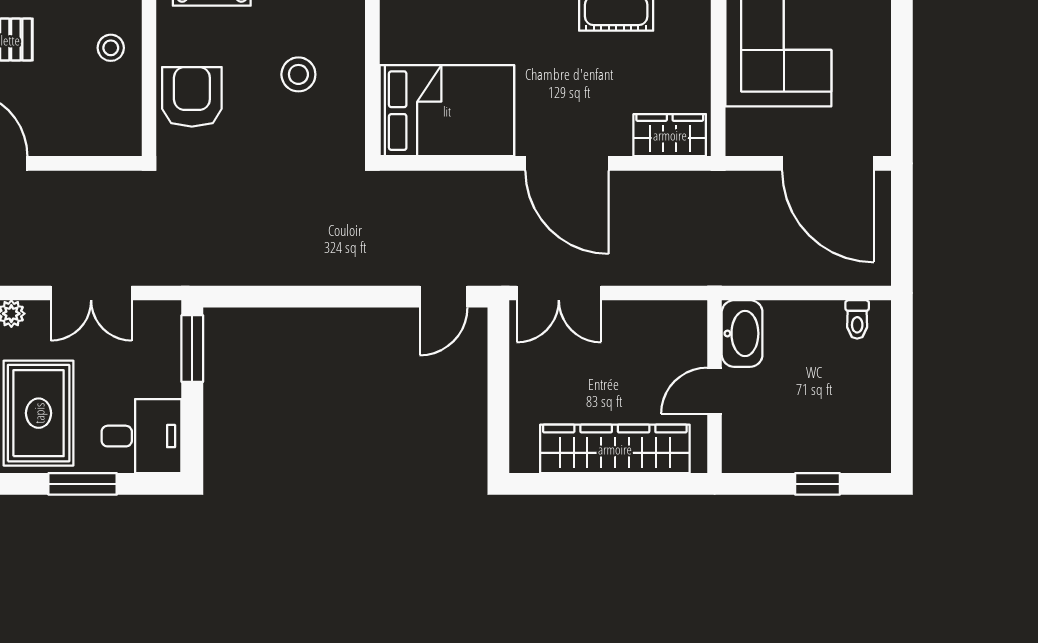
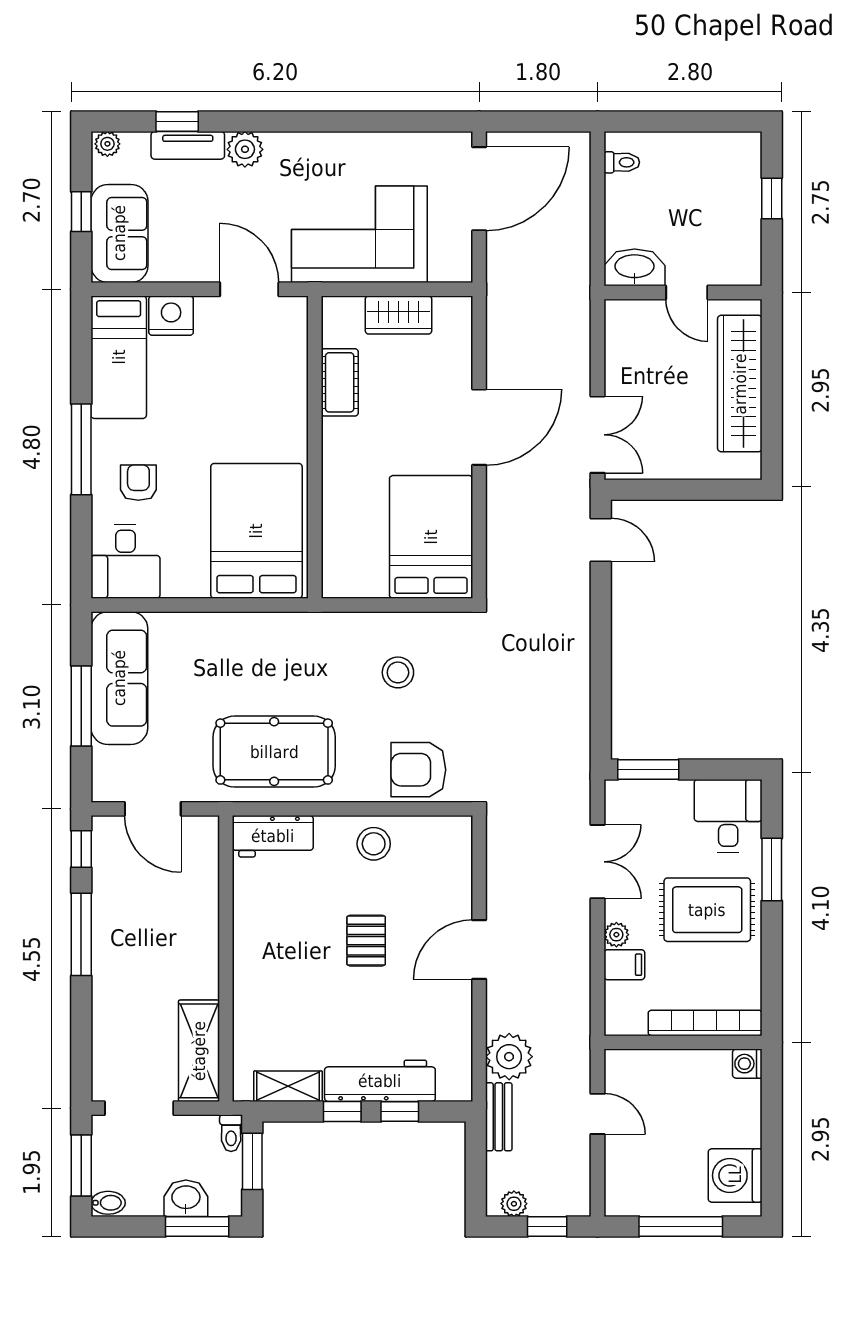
stool: (111, 48) -> (374, 844), width x1.37, depth x1.37
wardrobe: (670, 135) -> (399, 315), moved, turned -90

